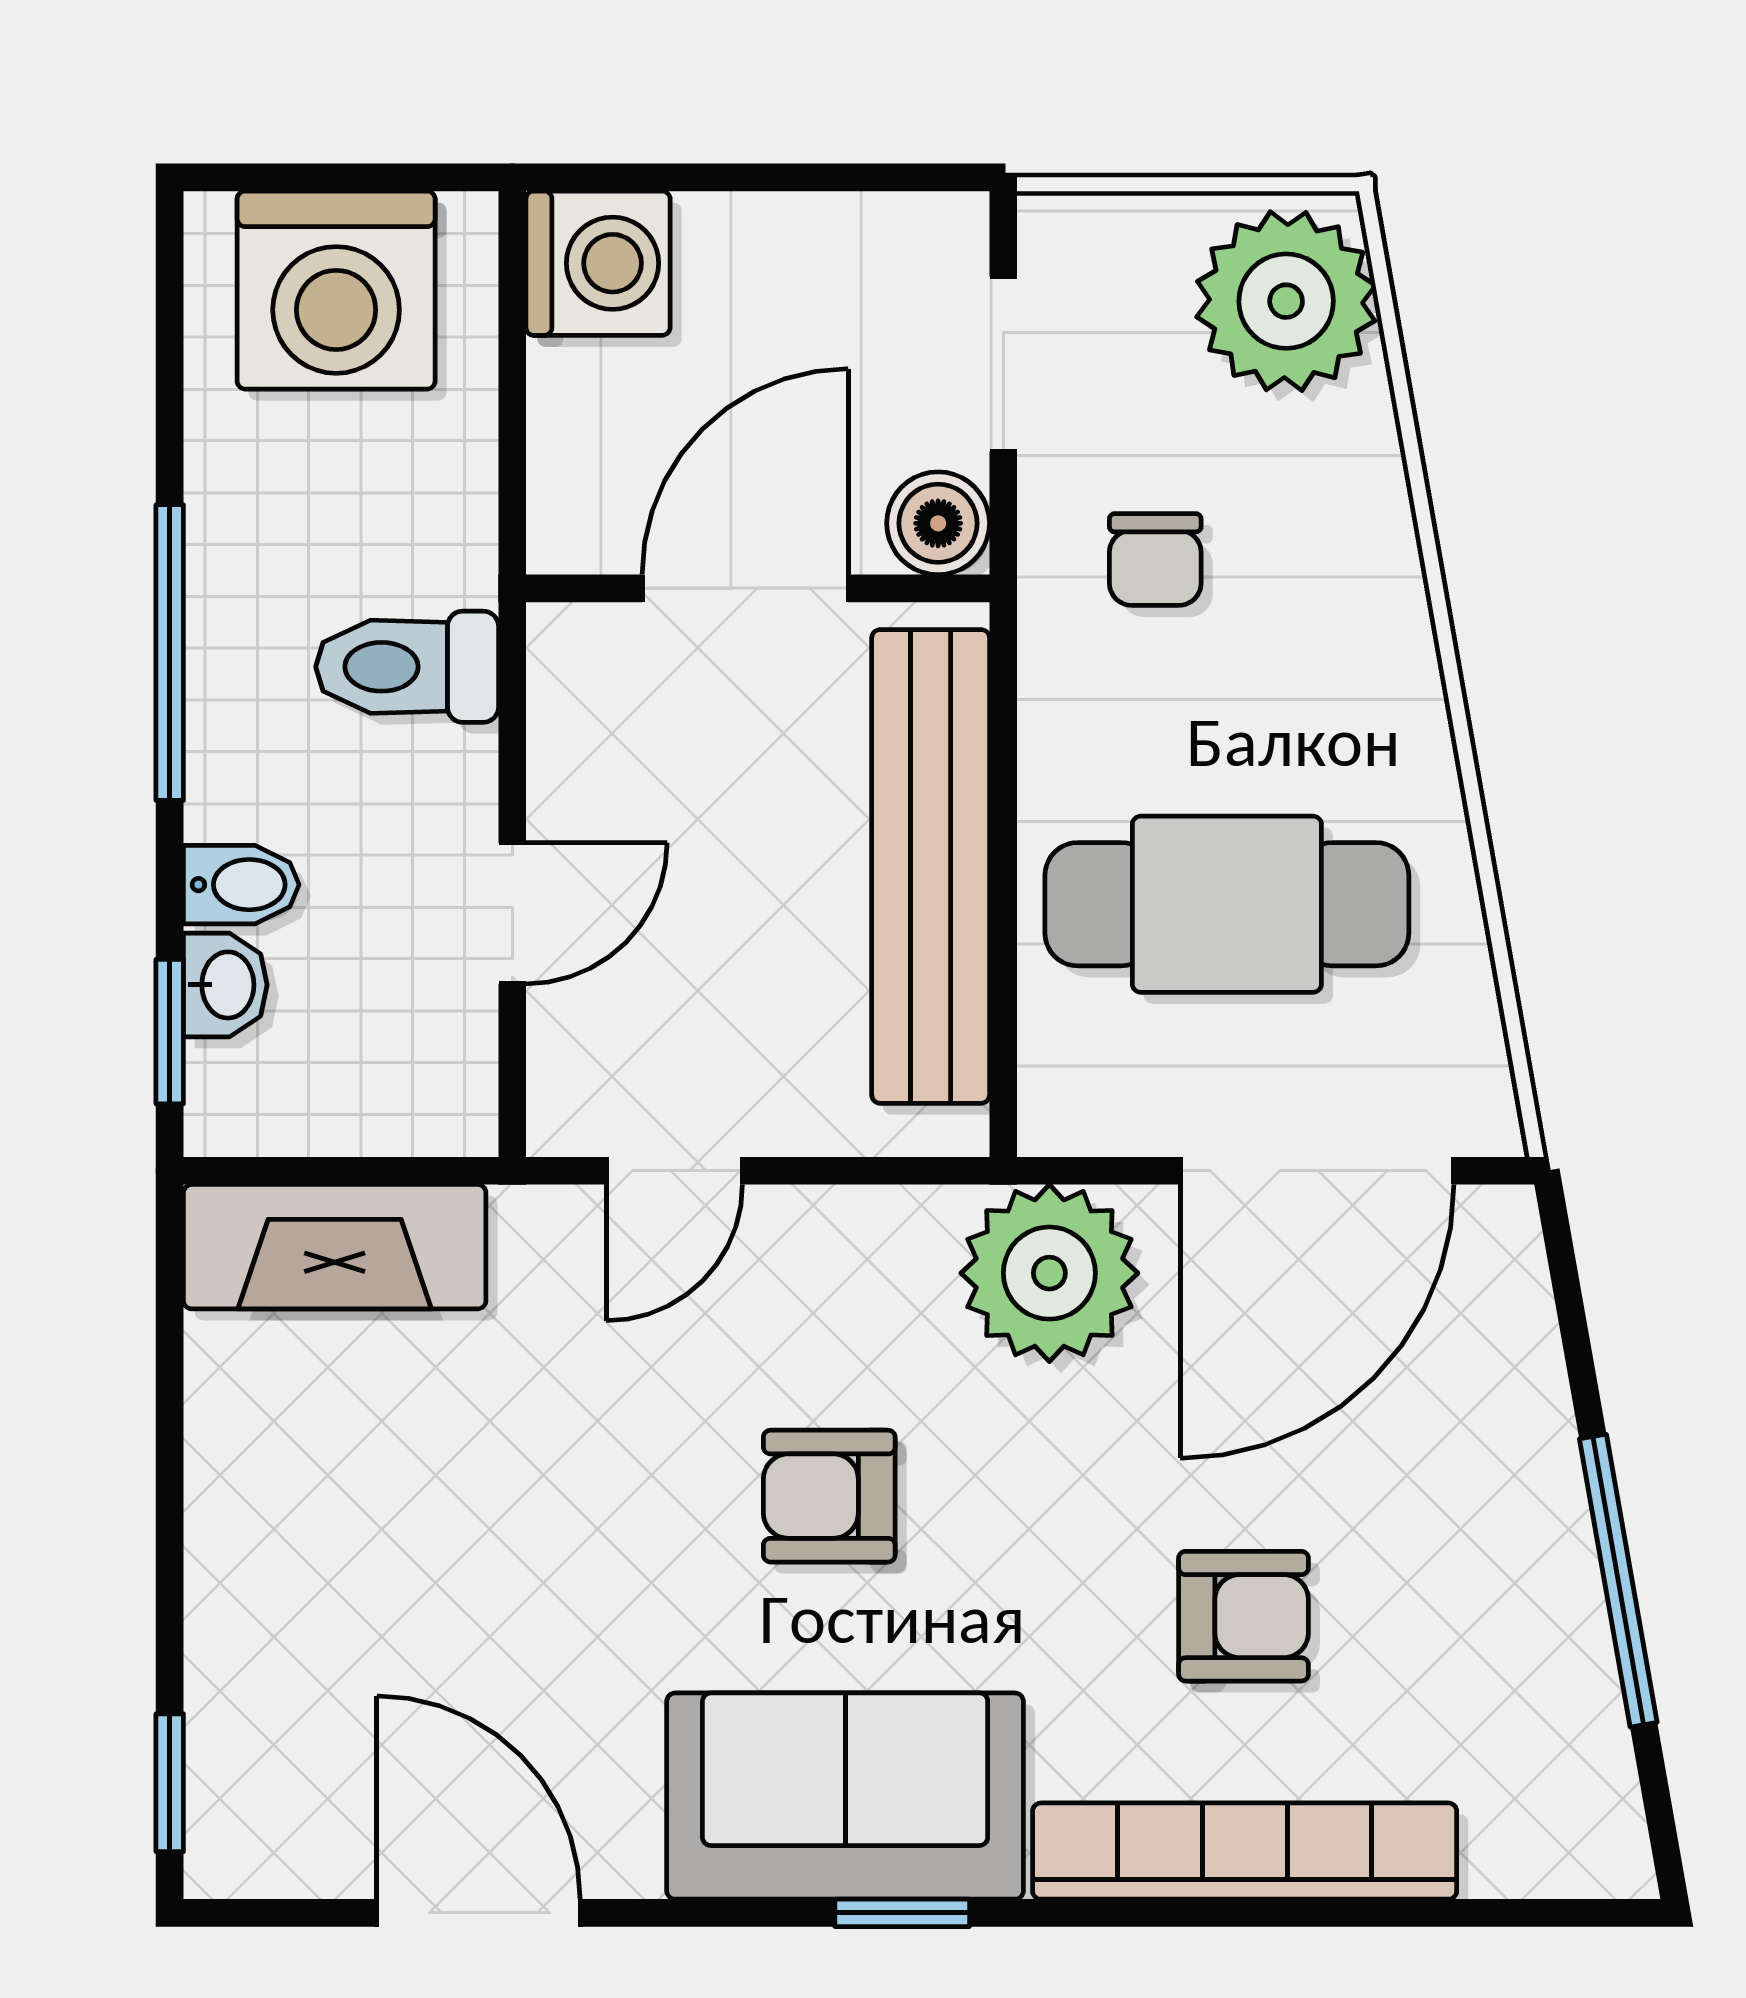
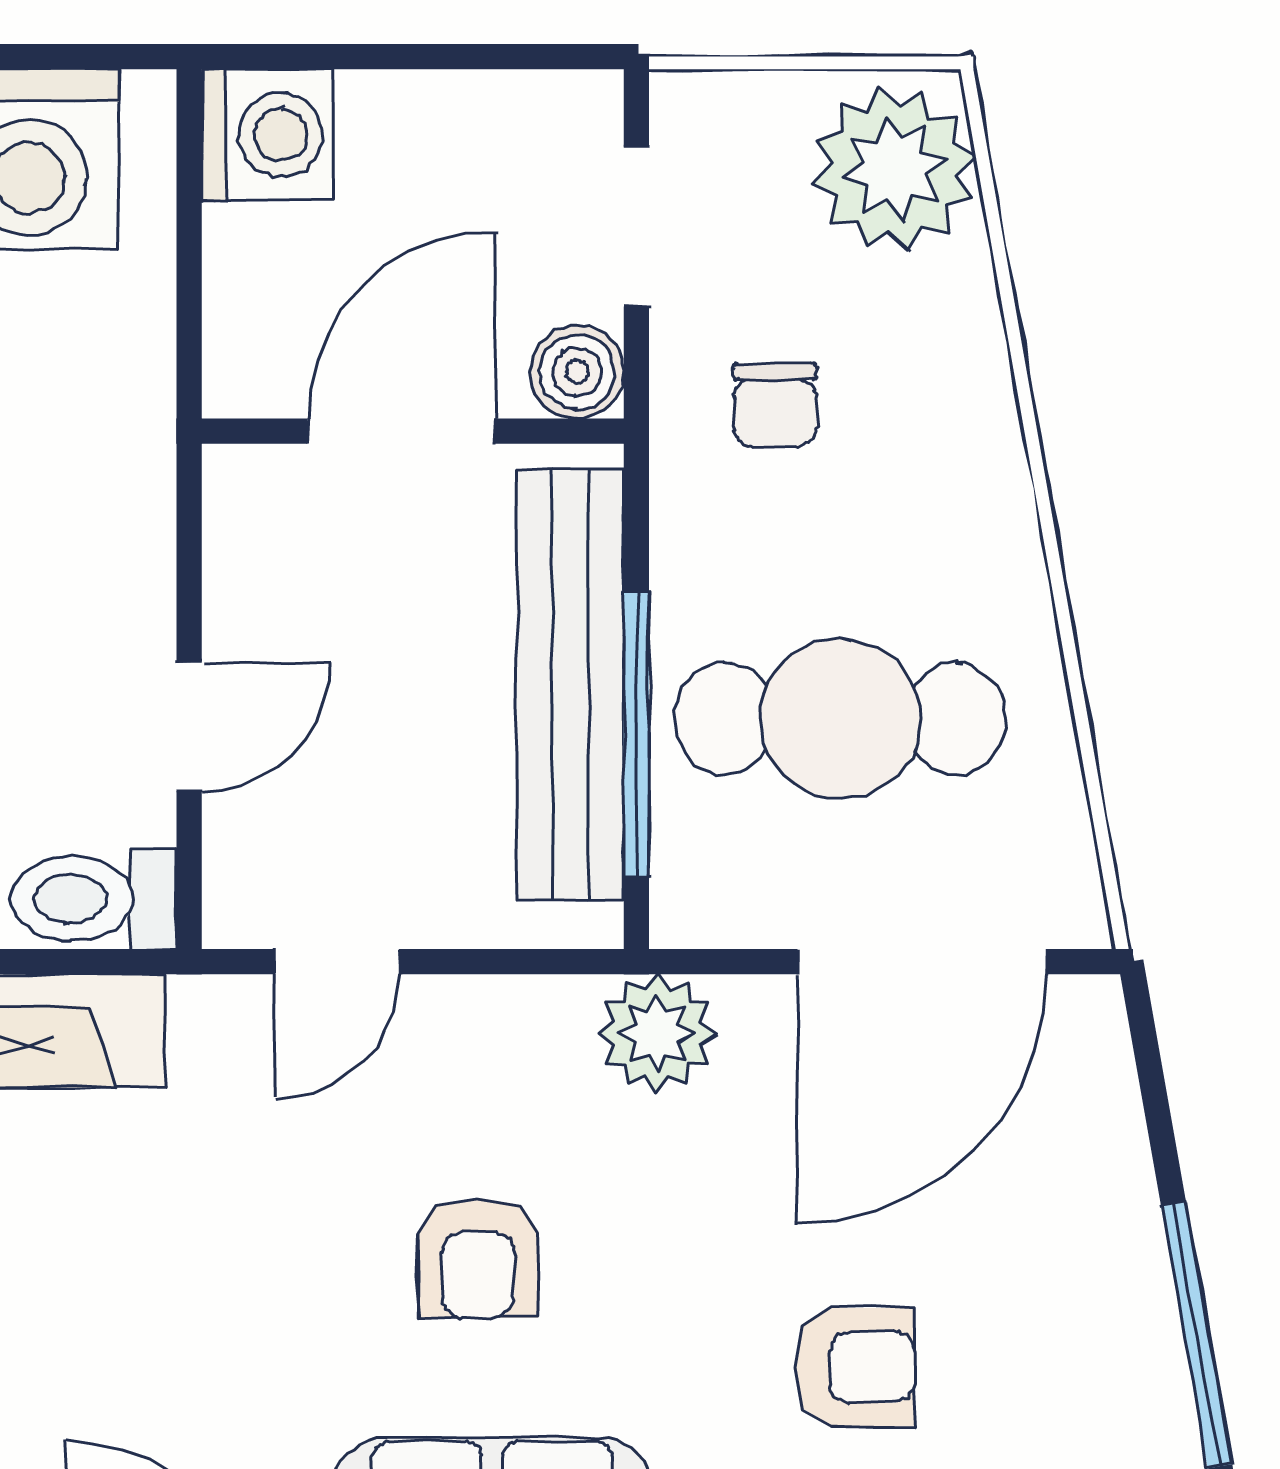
toilet: (407, 667) -> (93, 898), moved
window: (1003, 922) -> (636, 735), added
plant: (1049, 1273) -> (657, 1033), width x0.73, depth x0.73
armchair: (829, 1496) -> (478, 1258), turned -90

